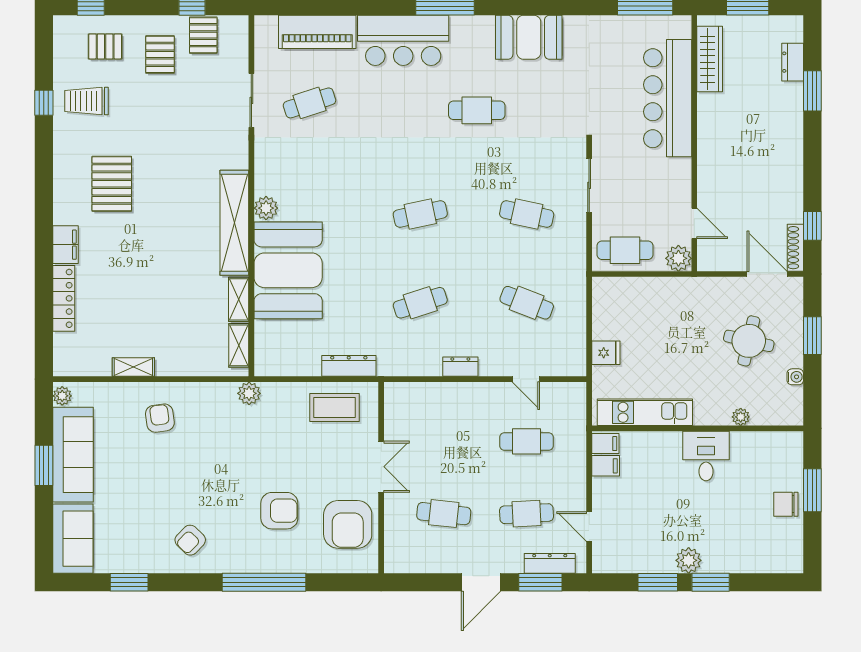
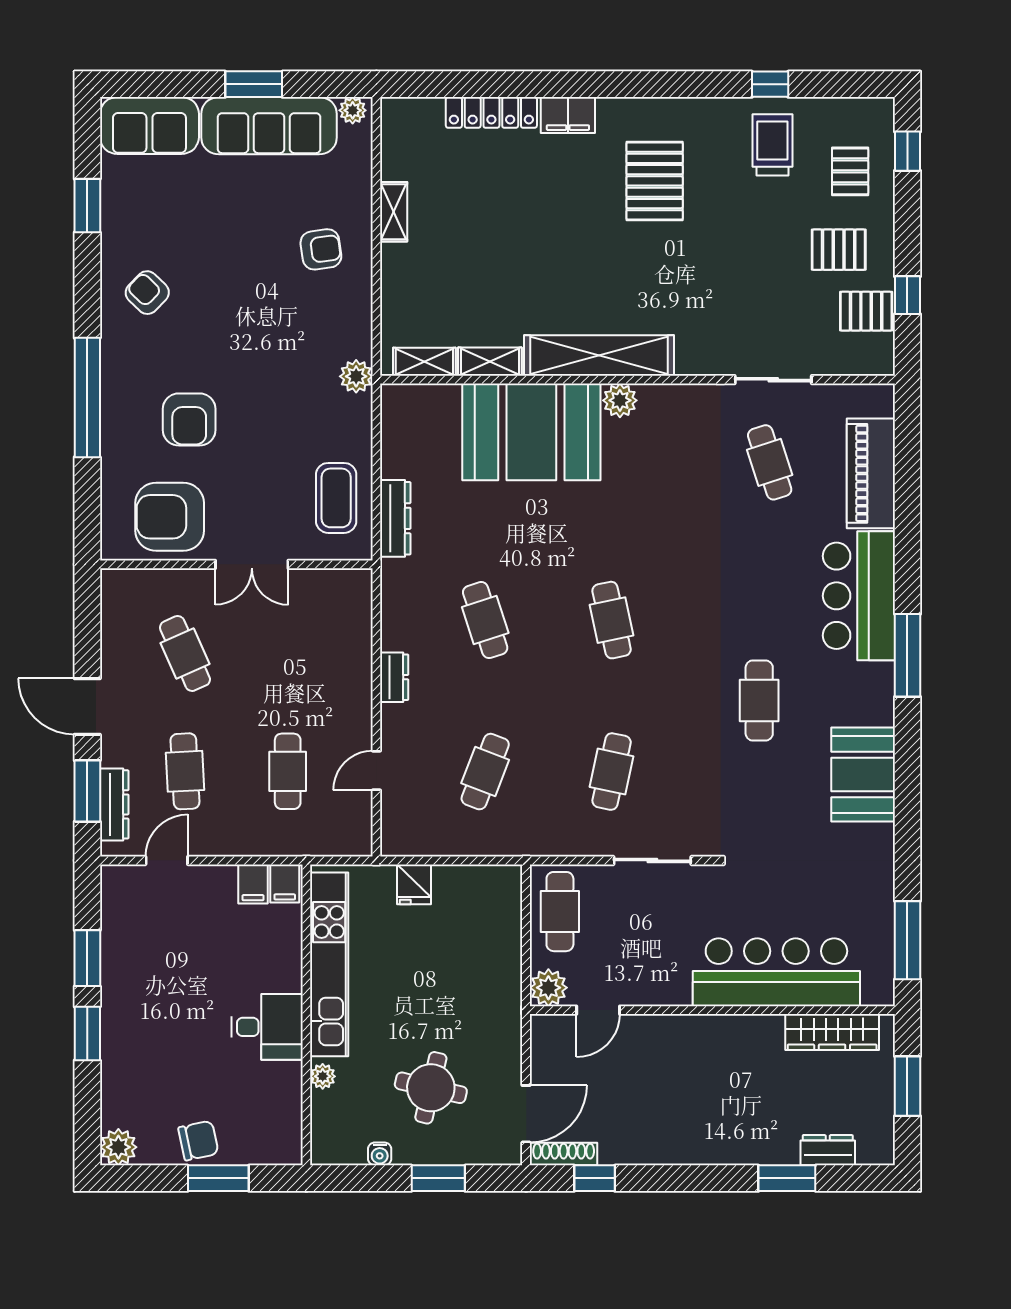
pallet: (112, 184) -> (655, 181), turned 90
kitchen unit: (645, 412) -> (329, 964), width x1.36
chair: (786, 504) -> (198, 1141), turned 78
cafe table: (444, 514) -> (185, 653), turned -30
plant: (689, 560) -> (118, 1147), moved

